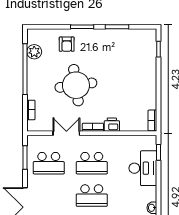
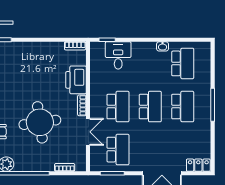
printer: (112, 125) -> (76, 80), width x1.87, depth x1.48
double door: (66, 133) -> (88, 132), swing flipped
desk: (143, 168) -> (118, 55), width x0.73

